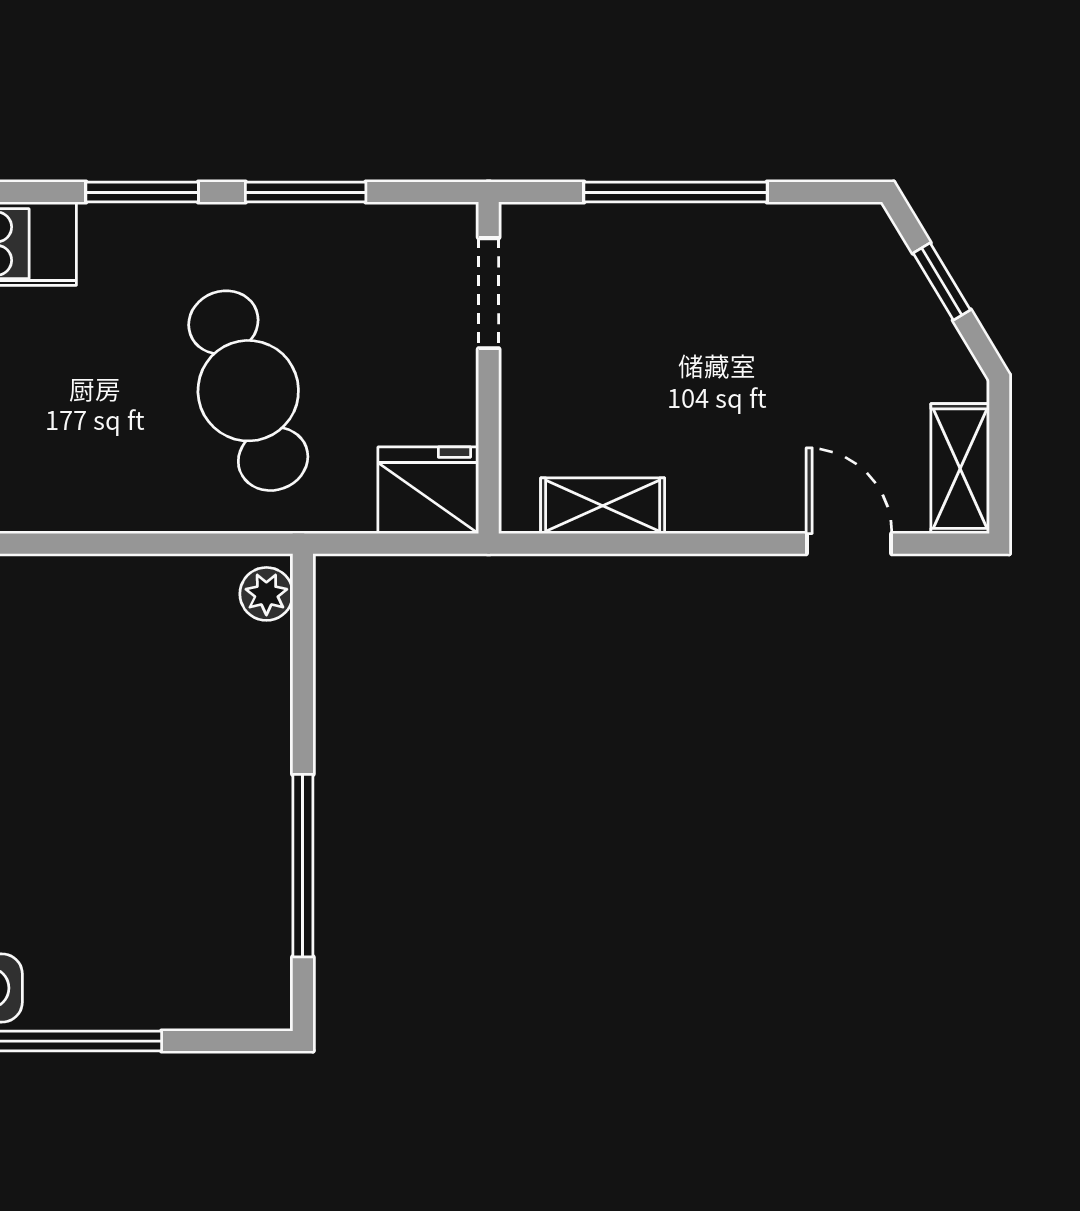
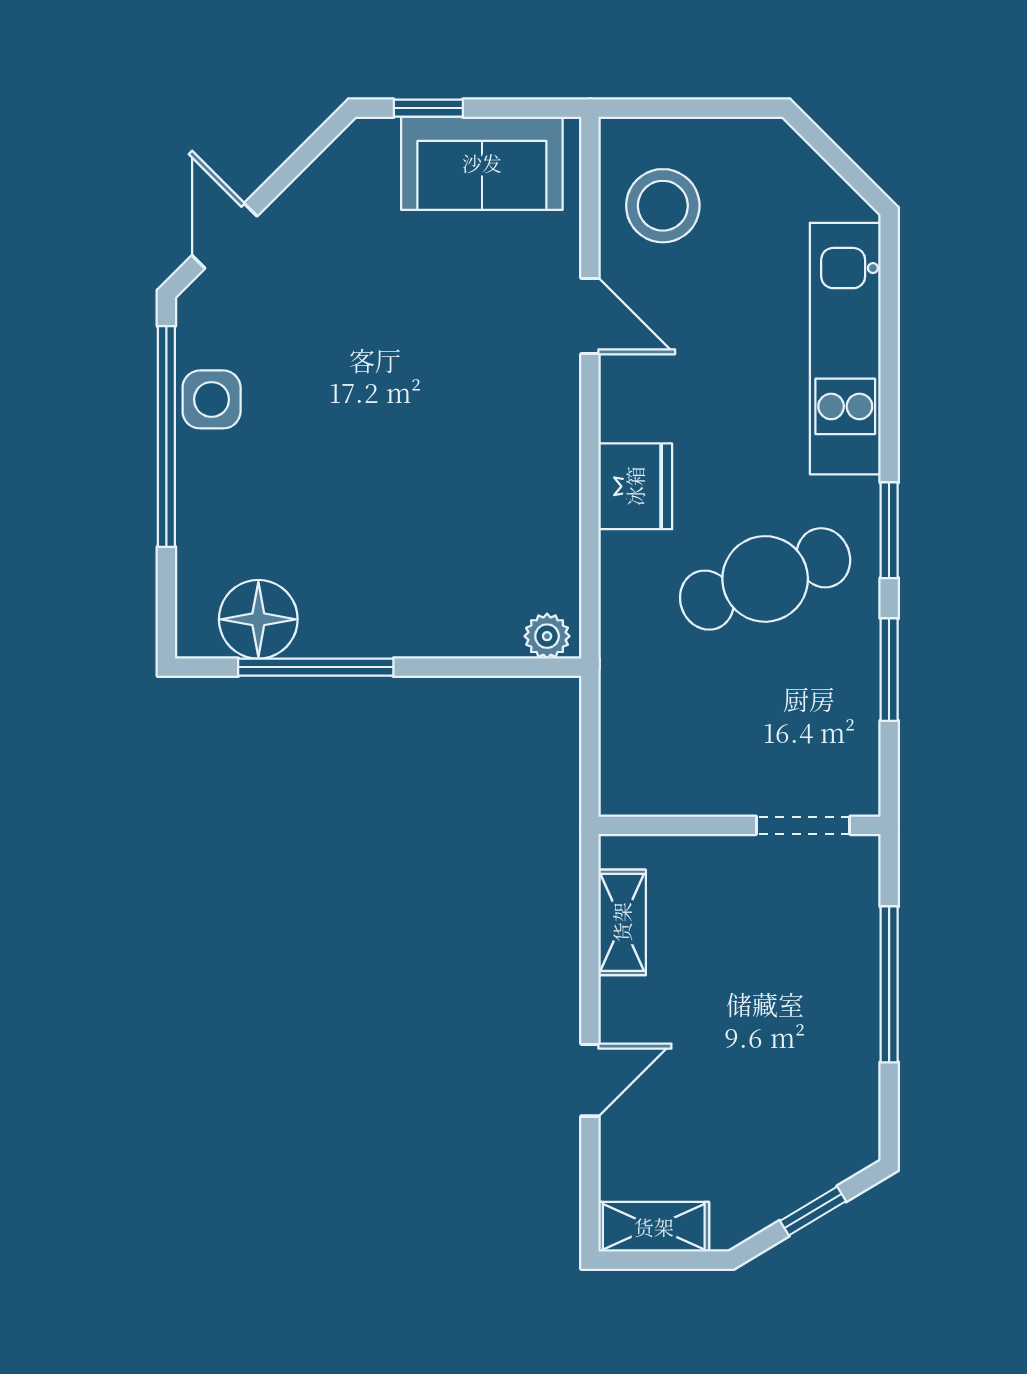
cafe table: (248, 391) -> (765, 579), moved
fridge: (428, 490) -> (635, 486), moved
door: (849, 544) -> (590, 1080), moved
floor lamp: (247, 933) -> (258, 619), added

